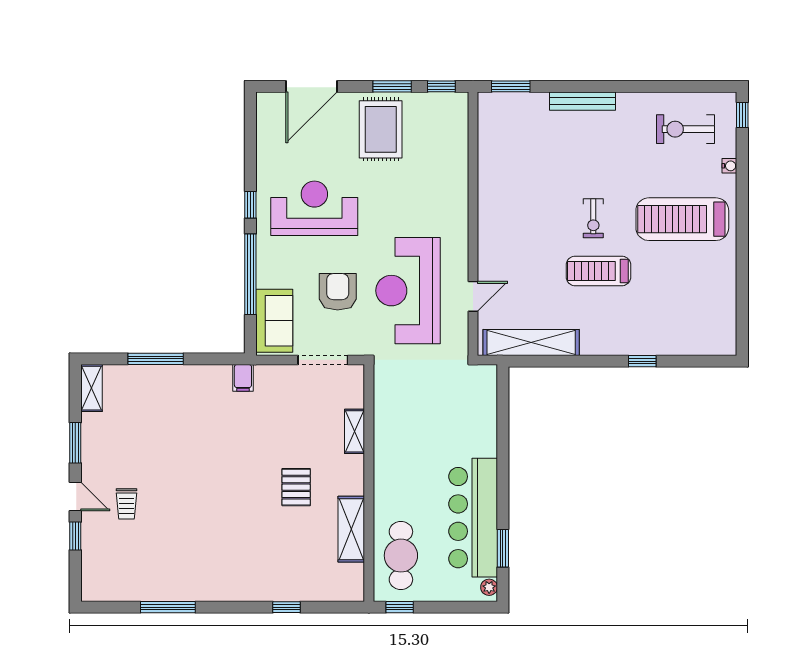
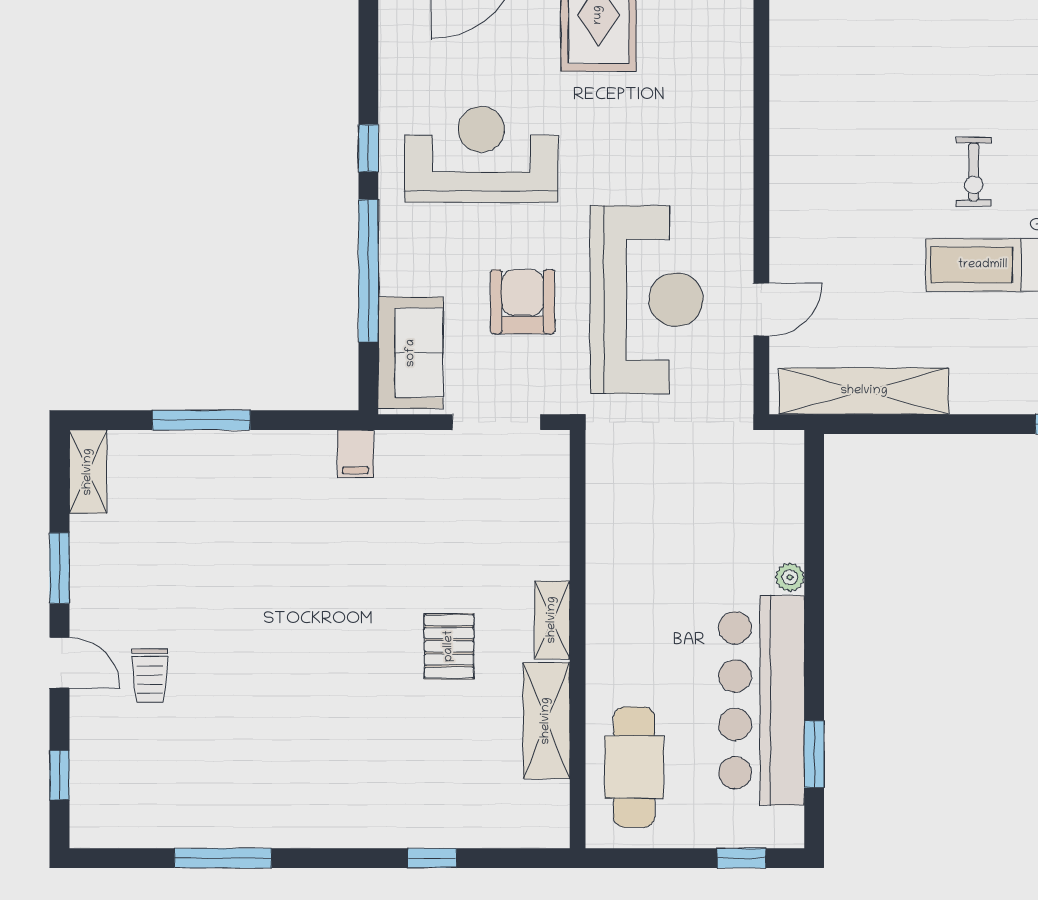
reception desk: (408, 291) -> (647, 300), turned 180
shelving: (354, 431) -> (552, 620), moved
window: (75, 536) -> (60, 775), moved
plant: (489, 587) -> (790, 577), moved
window: (400, 607) -> (741, 858), moved

